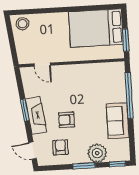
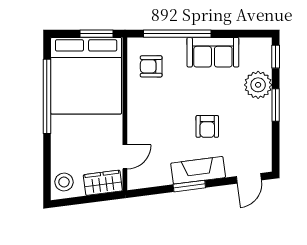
window: (81, 9) -> (47, 96), added
bed: (96, 28) -> (86, 76), width x1.36
wardrobe: (24, 50) -> (103, 183), added
armchair: (60, 147) -> (151, 66), moved

